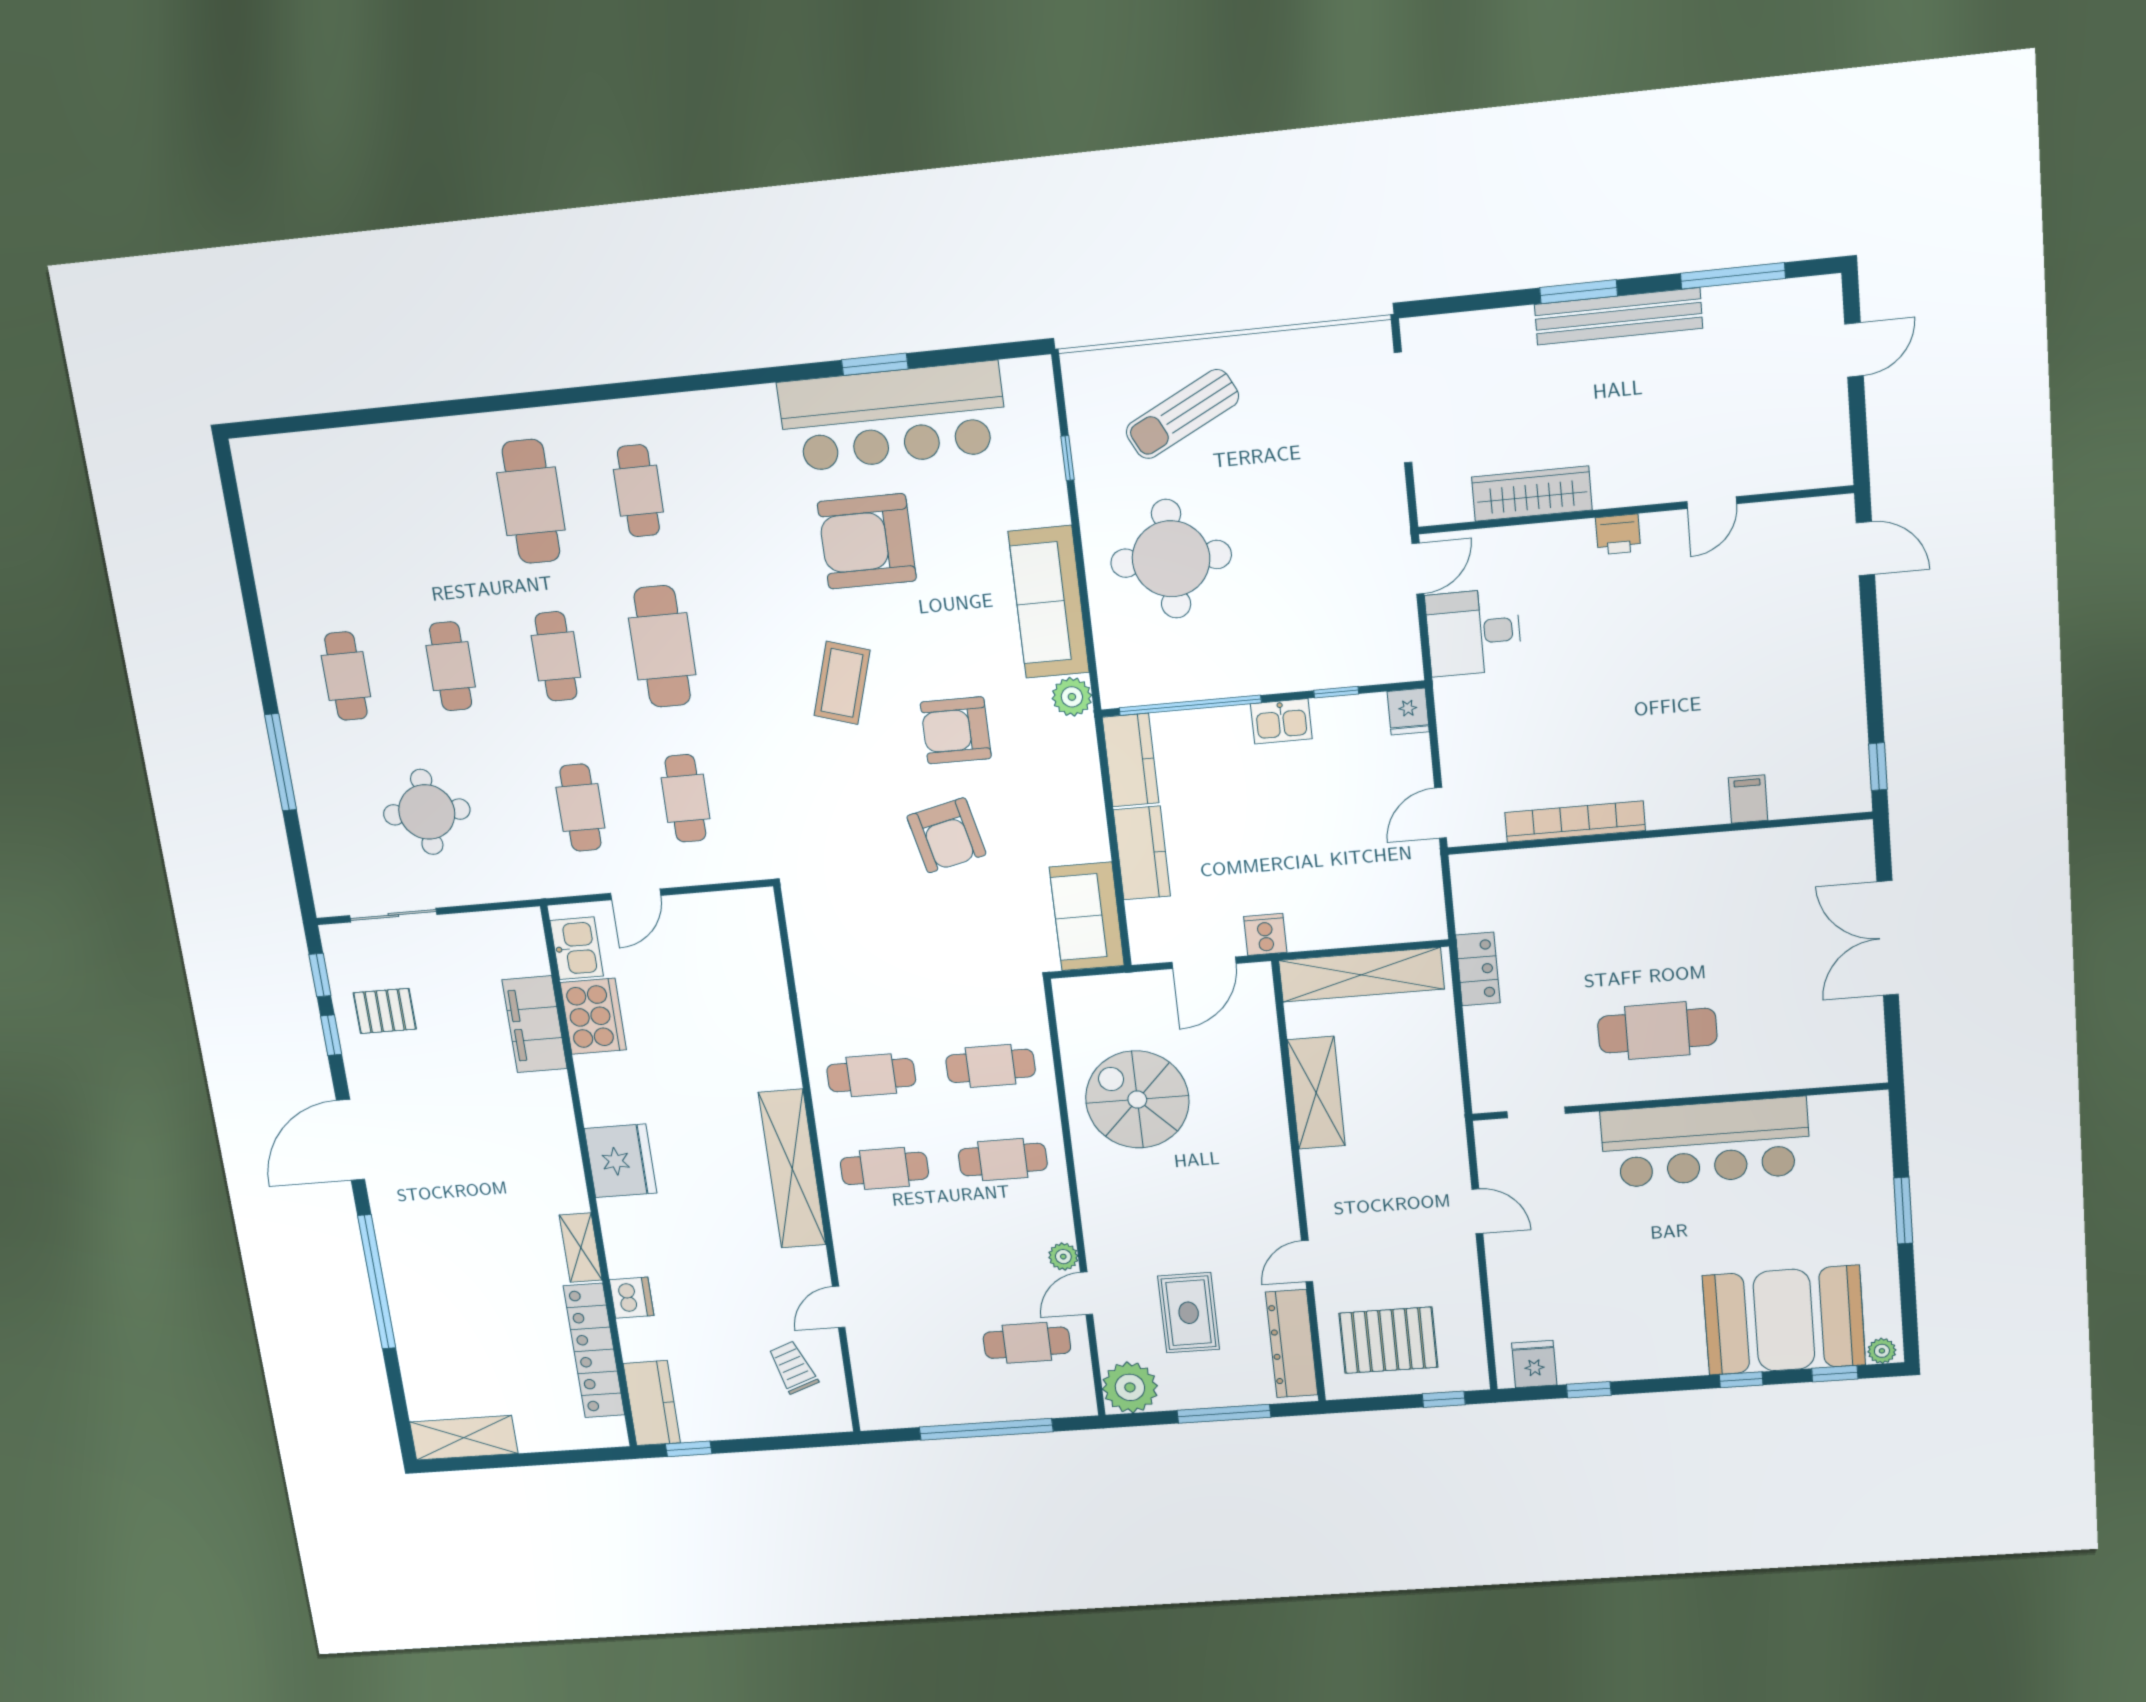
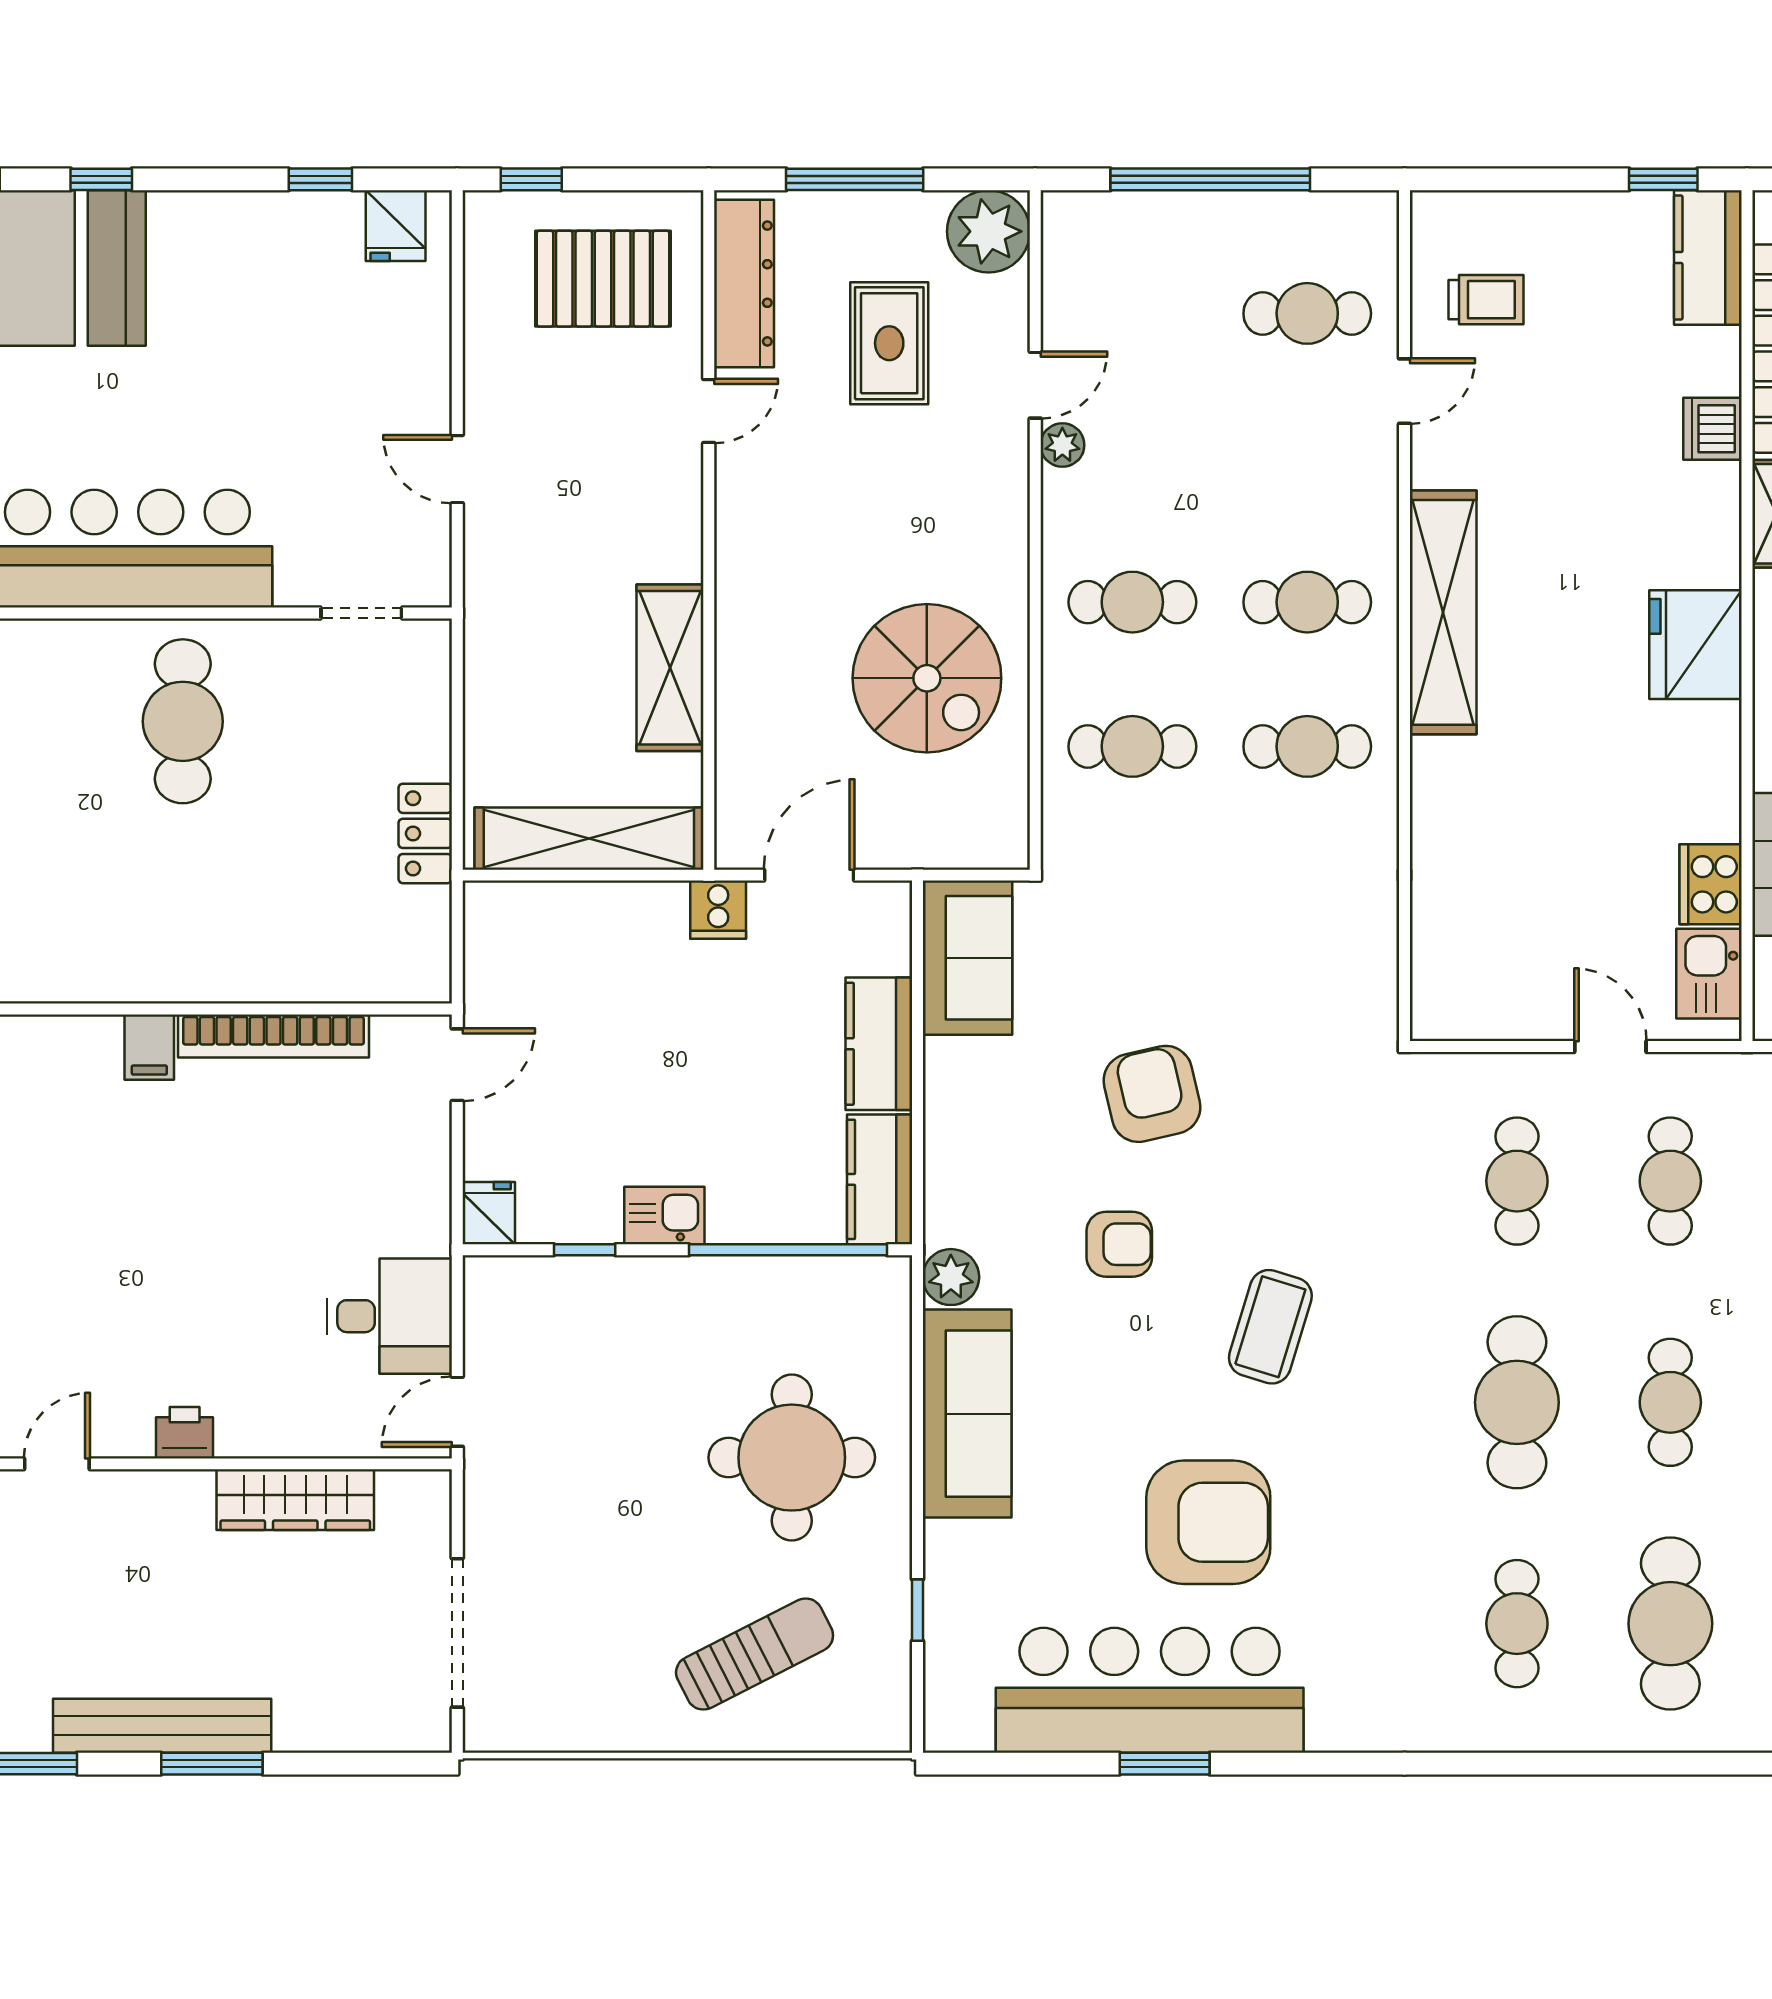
armchair: (956, 730) -> (1119, 1244), width x0.72, depth x0.72
filing cabinet: (1748, 799) -> (149, 1047), moved
door: (636, 894) -> (1610, 1046), hinge flipped
cooker: (593, 1016) -> (1711, 884), width x0.73, depth x0.76
cafe table: (1657, 1031) -> (183, 721), turned 90
cafe table: (1027, 1343) -> (1307, 313), moved
trolley: (793, 1367) -> (1486, 300), turned -70

